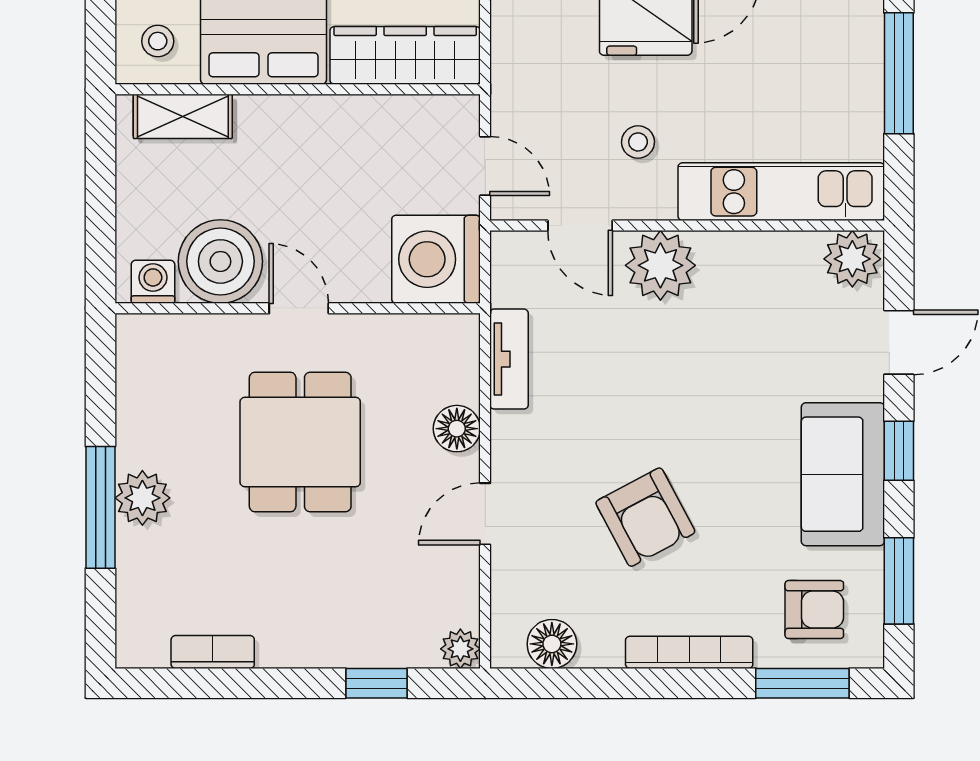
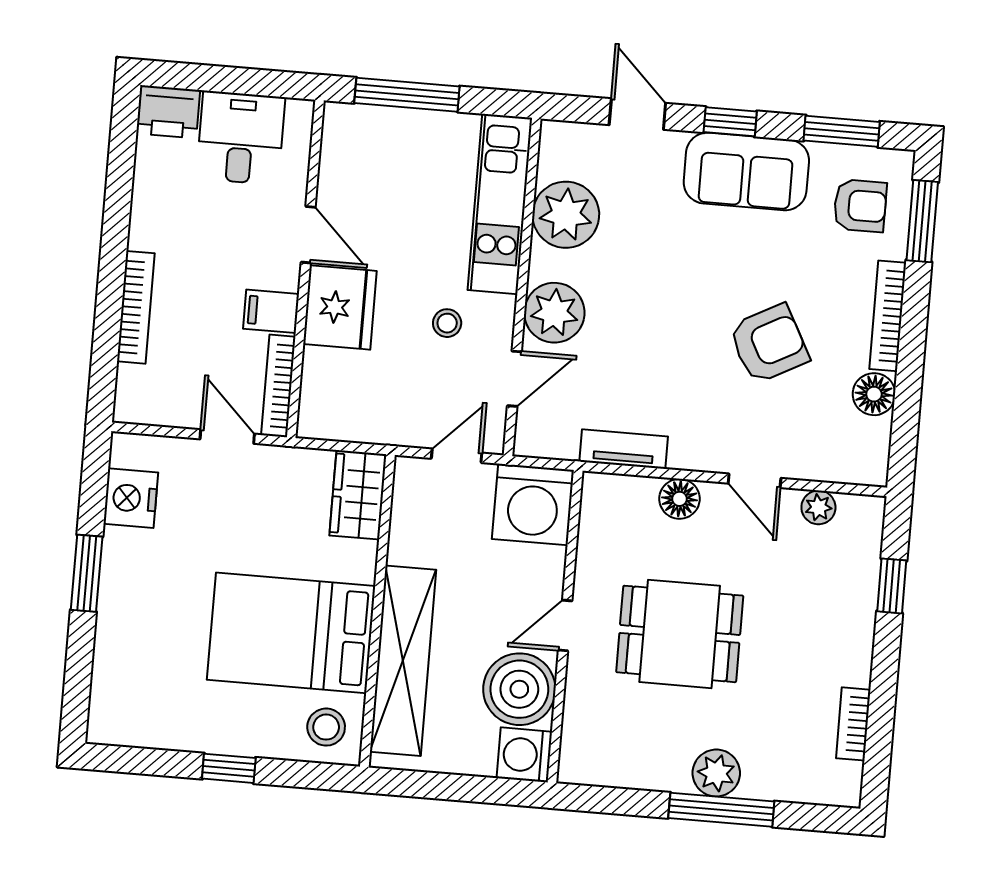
stool: (158, 41) -> (326, 727), width x1.37, depth x1.37
wardrobe: (405, 55) -> (358, 495), width x0.67
shelving: (183, 116) -> (403, 661), width x2.20, depth x1.33
plant: (852, 259) -> (566, 215), moved, width x1.36, depth x1.36
washing machine: (153, 282) -> (524, 755), width x1.38, depth x1.38
armchair: (814, 610) -> (860, 206), turned 90
floor lamp: (552, 644) -> (874, 394), moved
plant: (460, 649) -> (818, 507), moved

